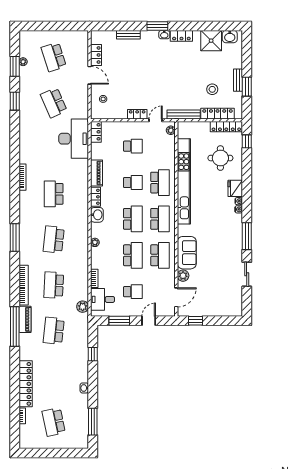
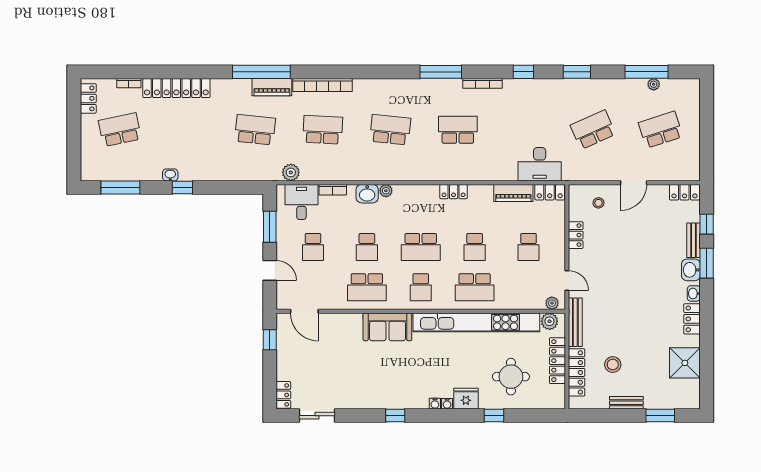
window: (117, 26) -> (707, 224), added
window: (157, 26) -> (707, 263), moved
washbasin: (230, 37) -> (691, 270), moved
locker: (96, 55) -> (684, 192), moved
window: (15, 66) -> (647, 72), width x1.44
window: (247, 87) -> (660, 416), moved
window: (15, 101) -> (577, 72), moved
locker: (137, 114) -> (576, 235), moved
locker: (226, 127) -> (557, 361), moved
desk: (74, 139) -> (540, 164), width x0.73, depth x0.77
window: (247, 141) -> (494, 416), moved
window: (15, 150) -> (523, 72), added
piano: (96, 173) -> (513, 193), moved
washbasin: (97, 215) -> (367, 194), moved
school desk: (160, 219) -> (421, 287), width x0.54
window: (247, 236) -> (395, 416), width x0.46
window: (15, 238) -> (441, 72), moved
sofa: (187, 253) -> (387, 327), moved
school desk: (133, 255) -> (367, 247), width x0.54
sliding door: (247, 274) -> (317, 416), moved
plant: (183, 276) -> (550, 321), moved
locker: (233, 312) -> (283, 395), added
window: (93, 354) -> (182, 187), moved
locker: (33, 443) -> (88, 98), added

